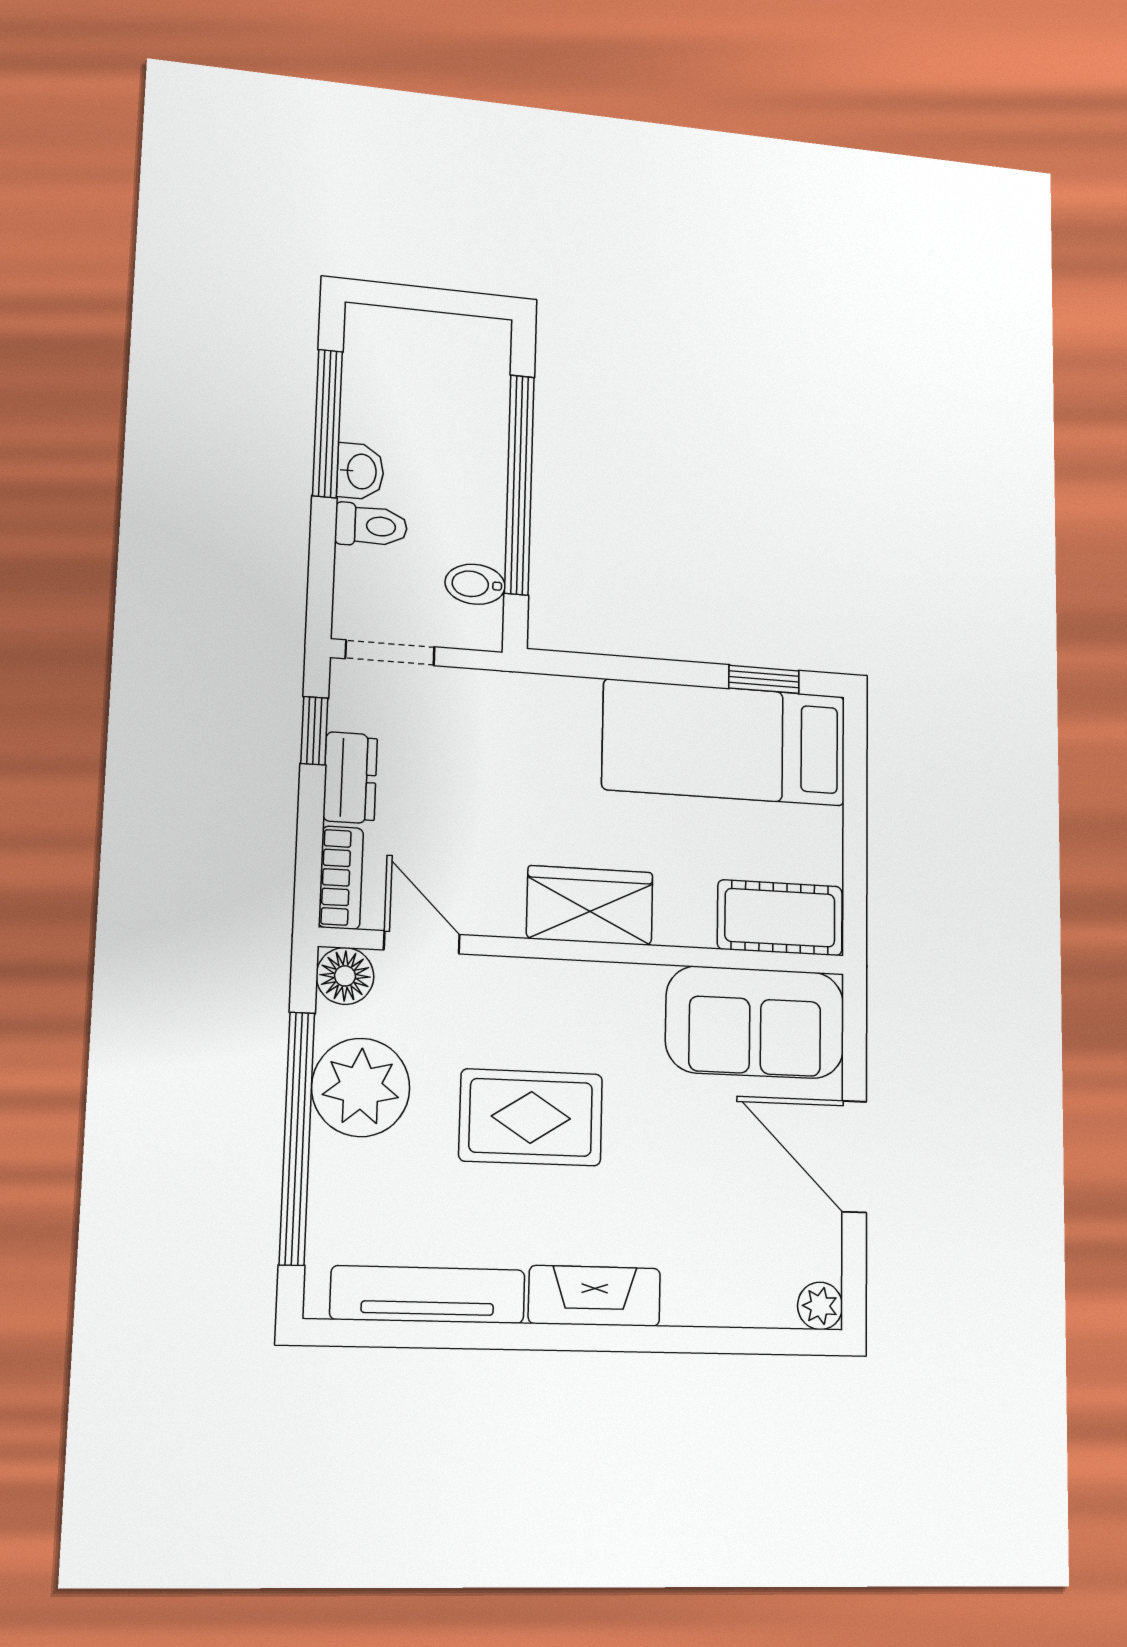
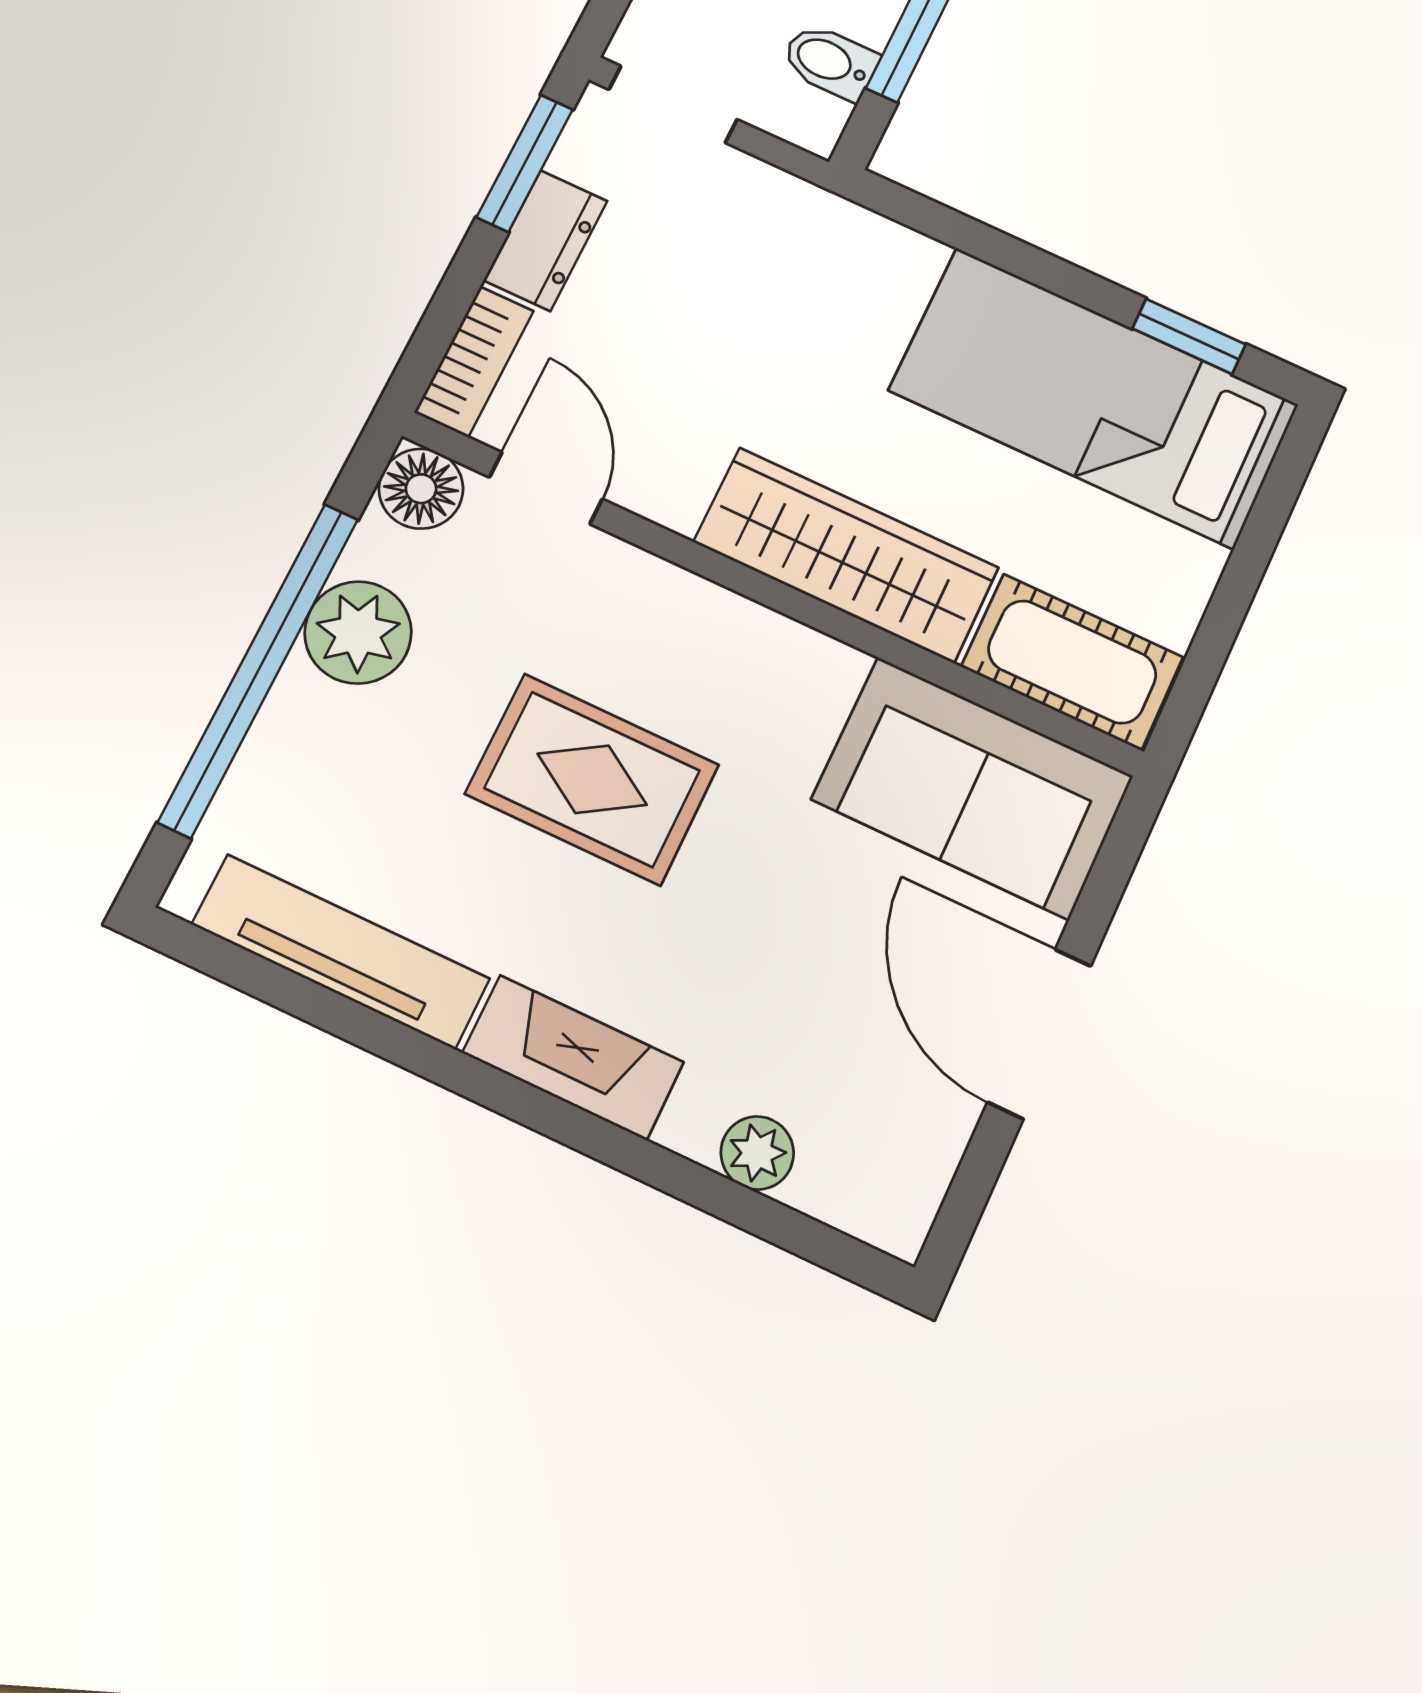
window: (314, 731) -> (525, 163), width x1.50
wardrobe: (590, 905) -> (846, 555), width x1.50
plant: (361, 1087) -> (358, 633), width x0.73, depth x0.73
plant: (820, 1306) -> (757, 1153), moved

